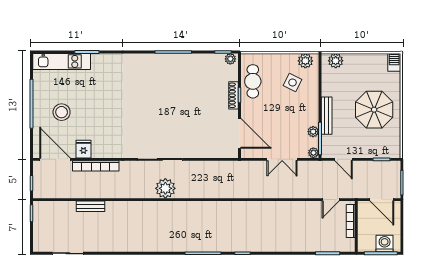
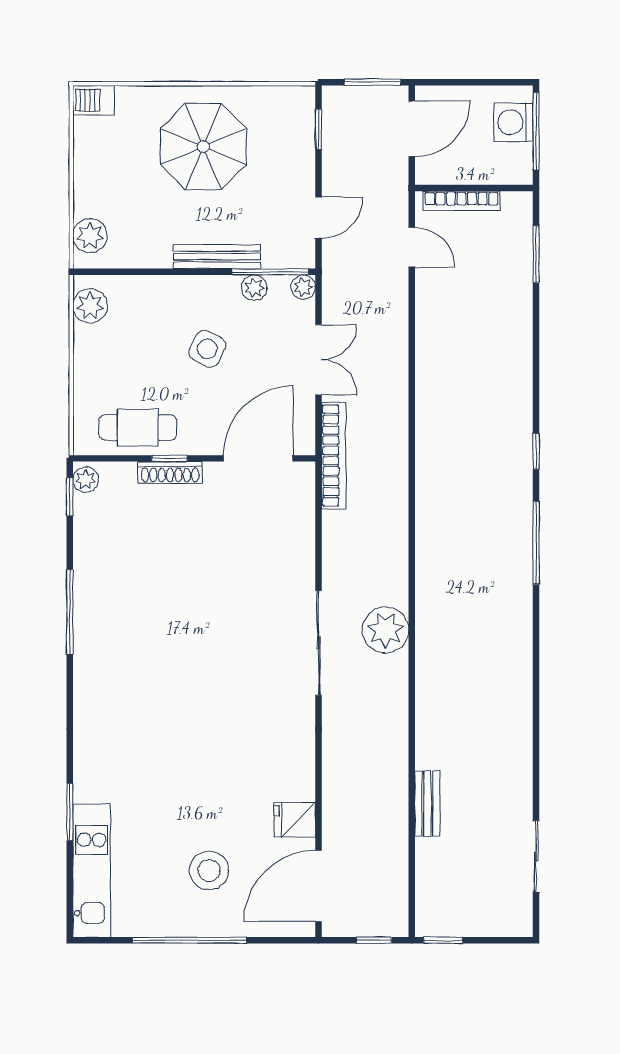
side table: (293, 82) -> (207, 349), moved
bookcase: (96, 166) -> (334, 456), moved

